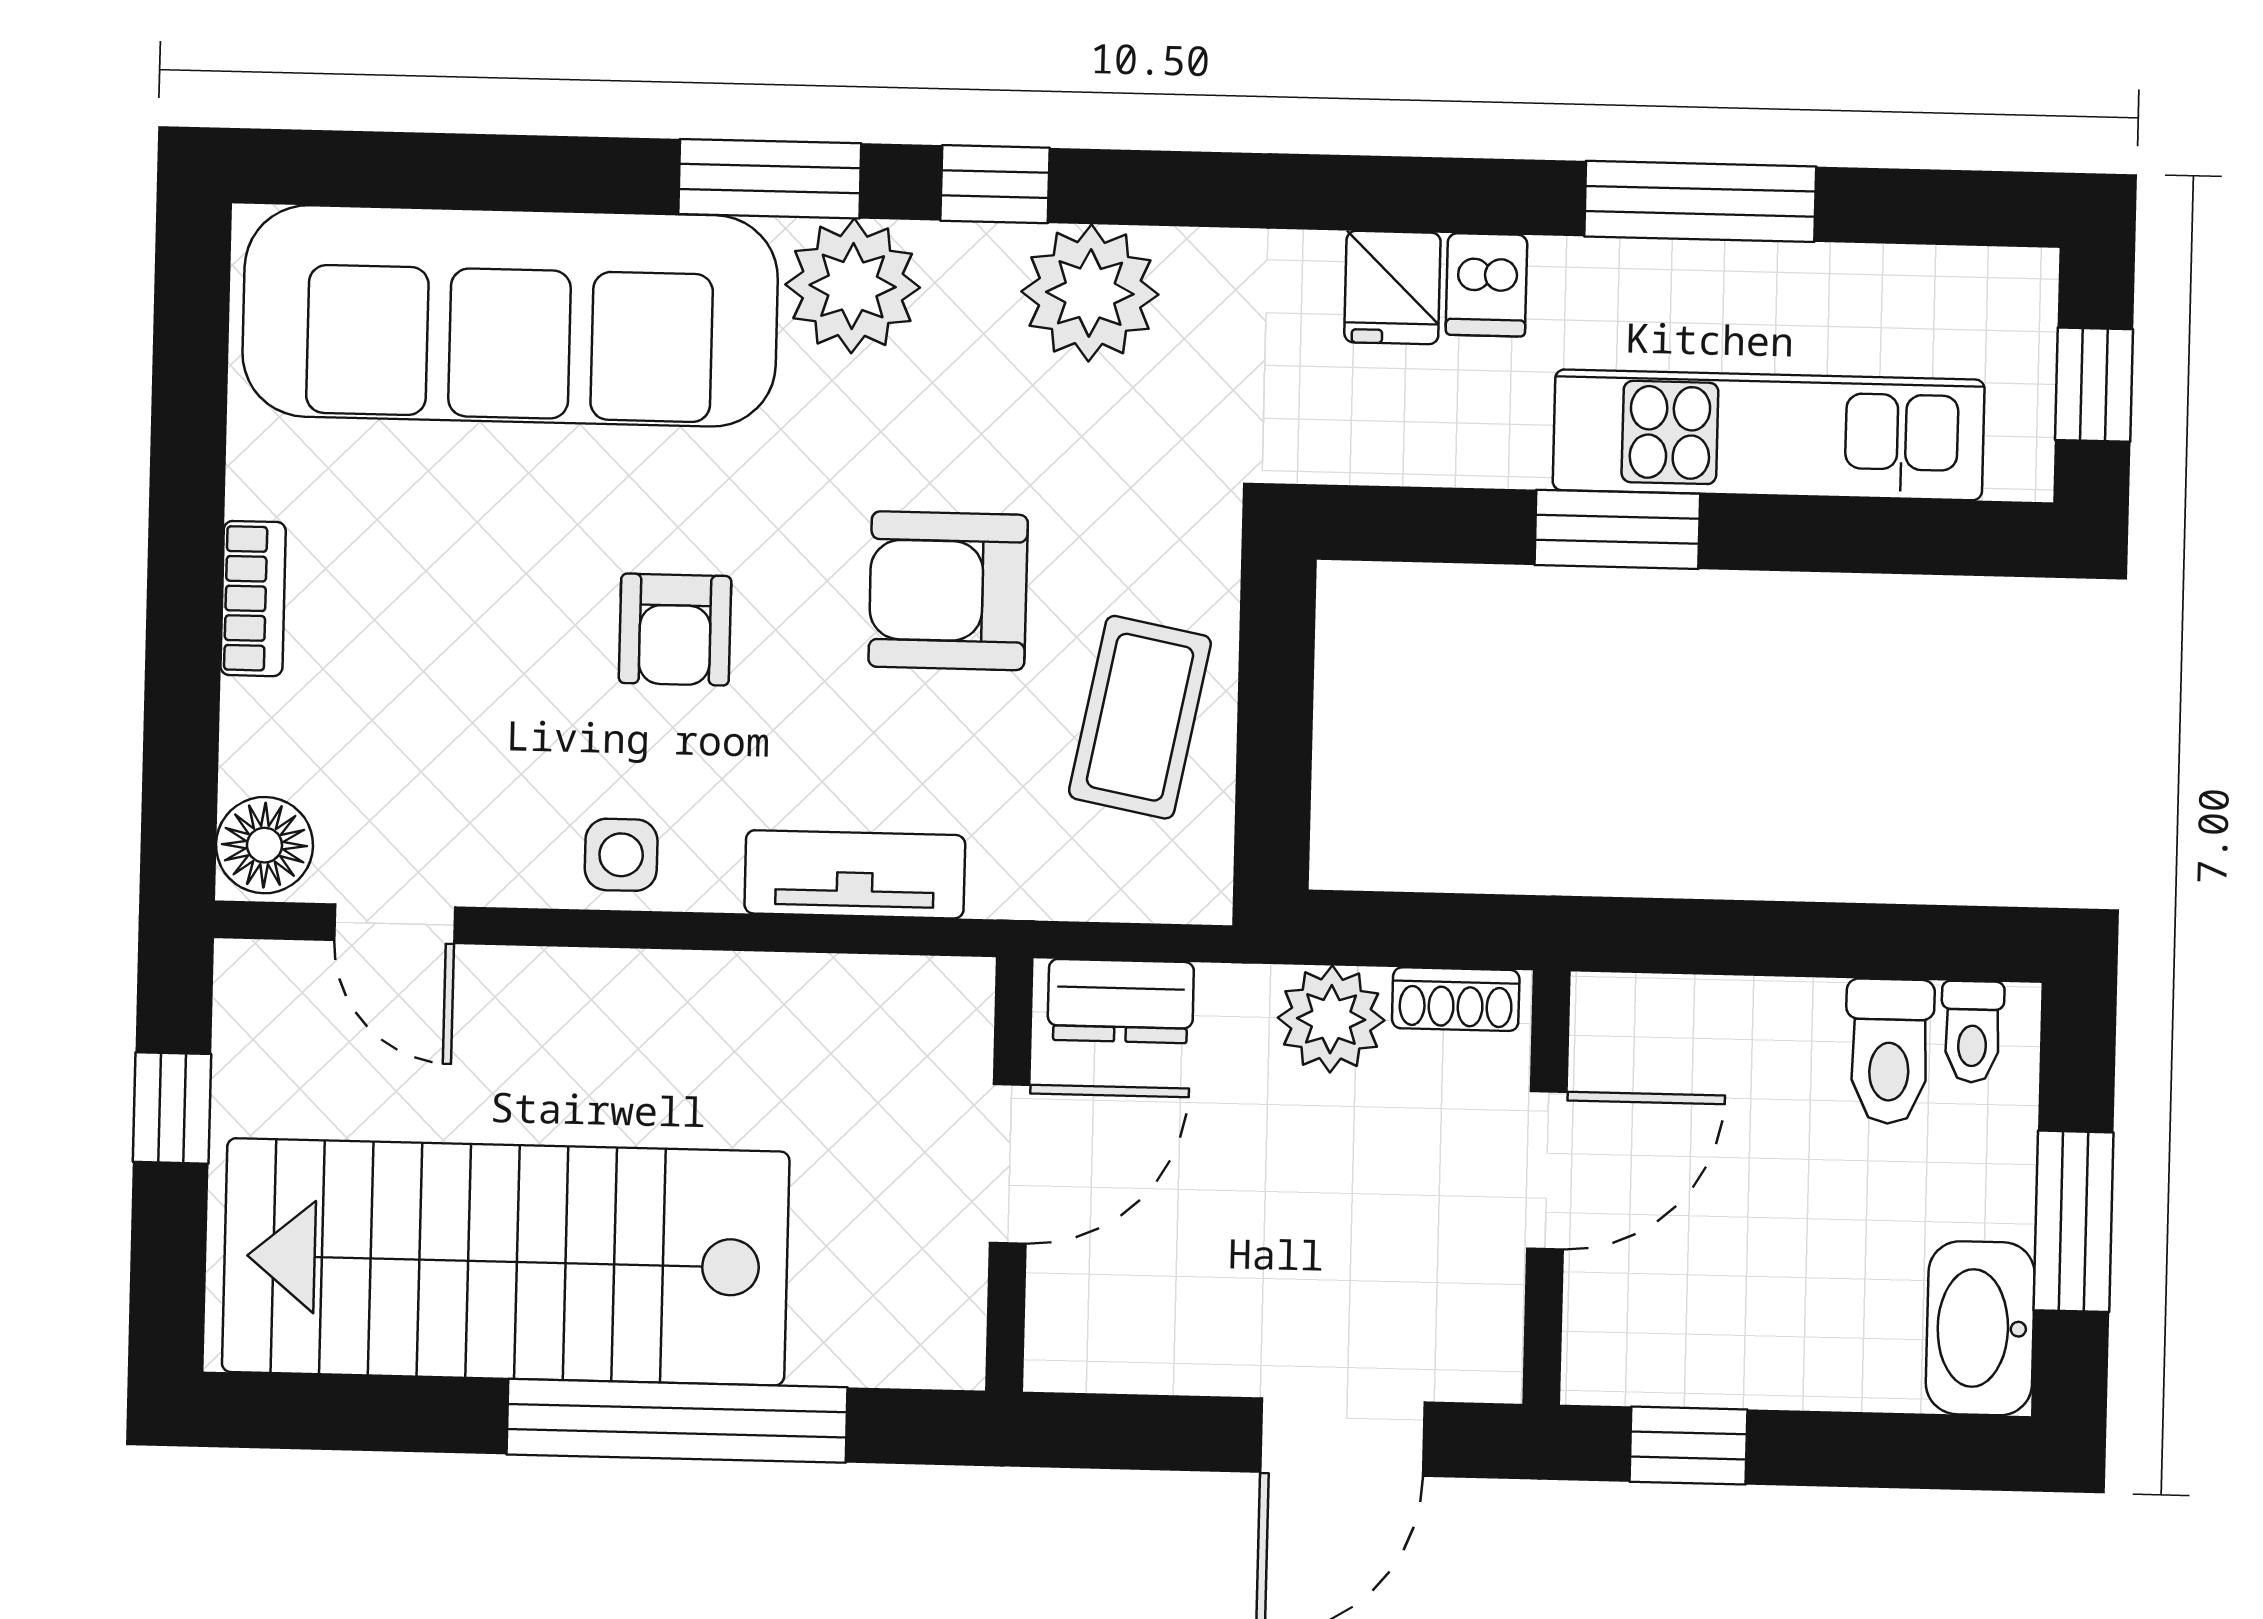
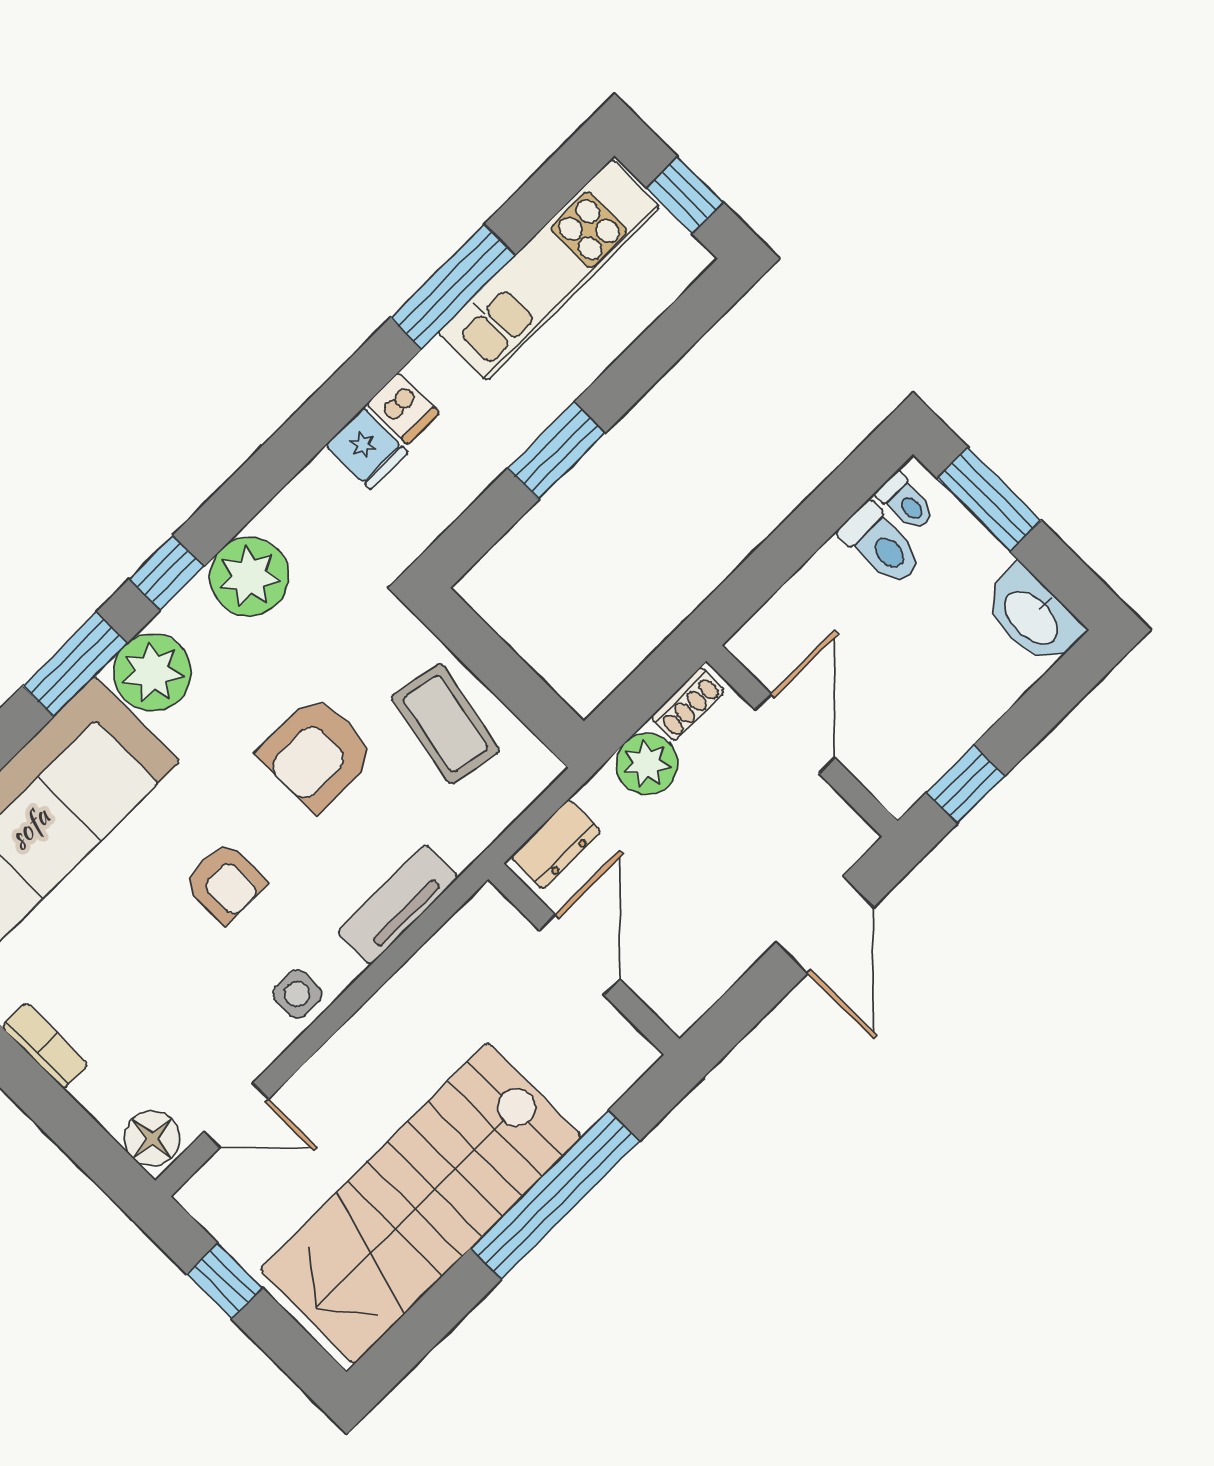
kitchen unit: (1769, 435) -> (549, 270), moved, turned 180
window: (2074, 1221) -> (989, 499), moved

